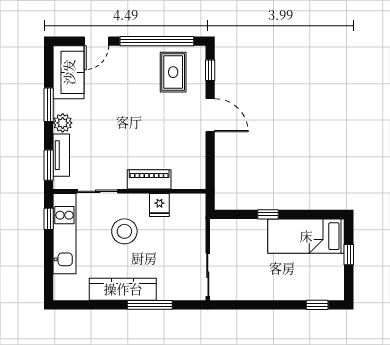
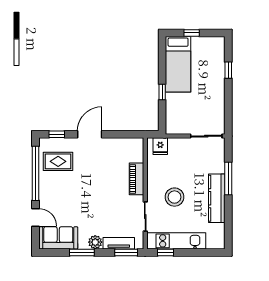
fridge: (159, 205) -> (160, 146), moved, turned 90
window: (317, 305) -> (228, 70), moved

